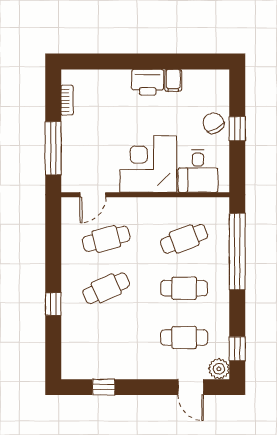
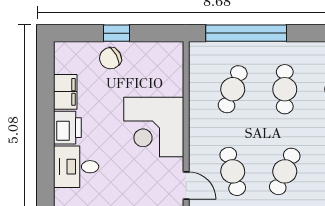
filing cabinet: (173, 80) -> (65, 92), width x2.00
desk: (198, 171) -> (76, 167), moved, turned 180
cafe table: (184, 239) -> (233, 89), turned 42
cafe table: (106, 288) -> (285, 171), turned 48

